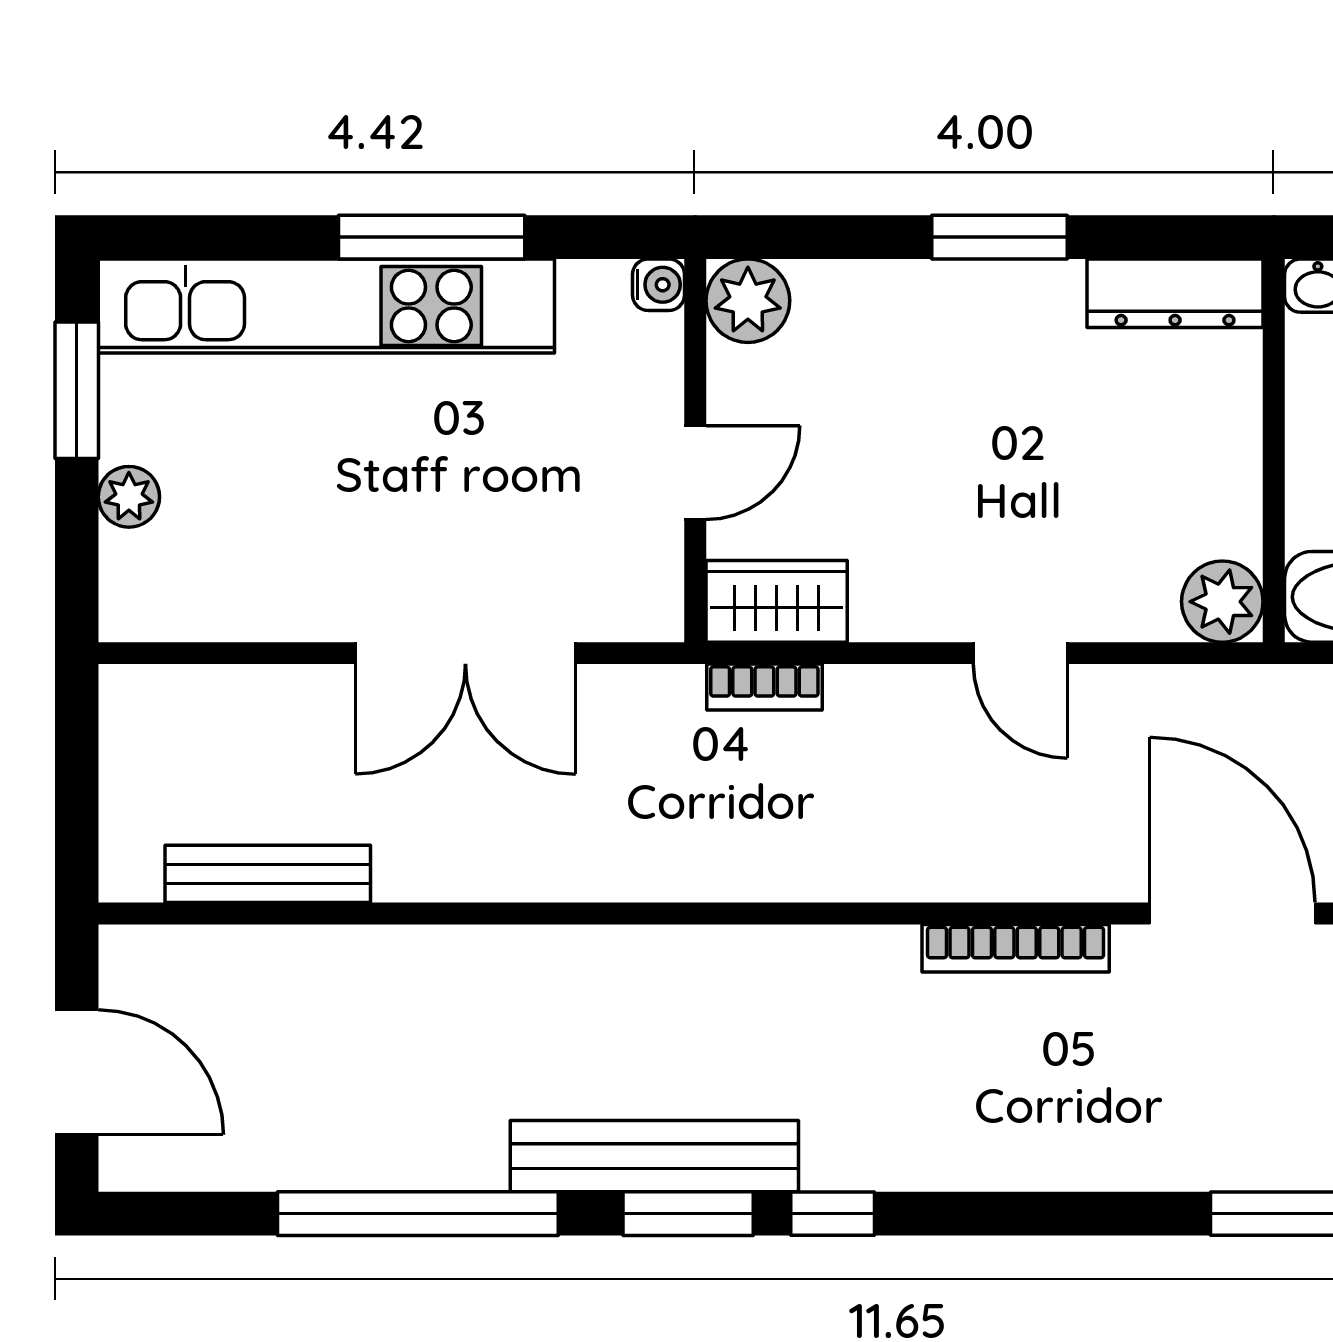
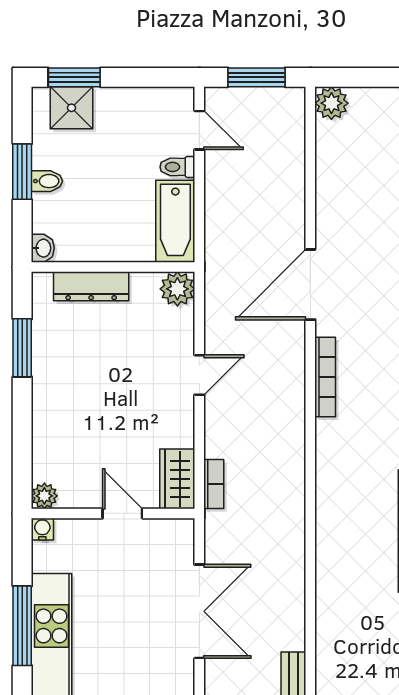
window: (1000, 237) -> (22, 348), moved
dresser: (1175, 293) -> (91, 286), moved, turned 90
plant: (748, 301) -> (44, 496), width x0.73, depth x0.73

